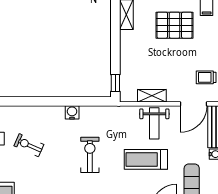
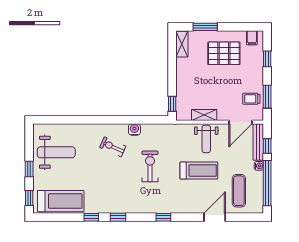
exercise bike: (29, 145) -> (113, 147), moved
treadmill: (146, 159) -> (199, 171), turned 180

